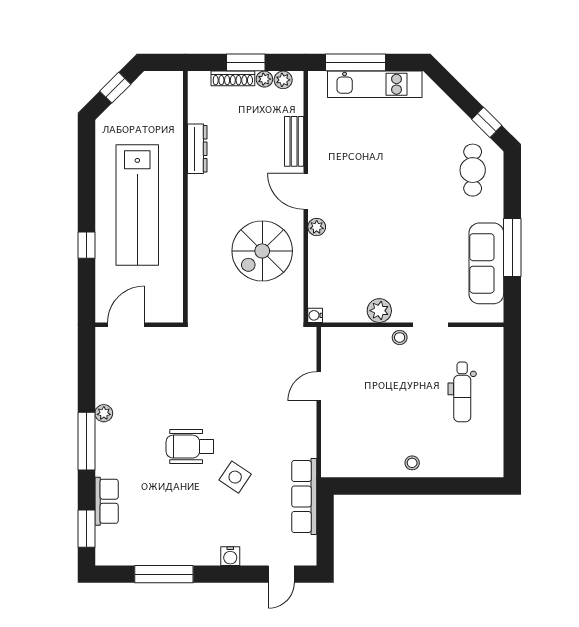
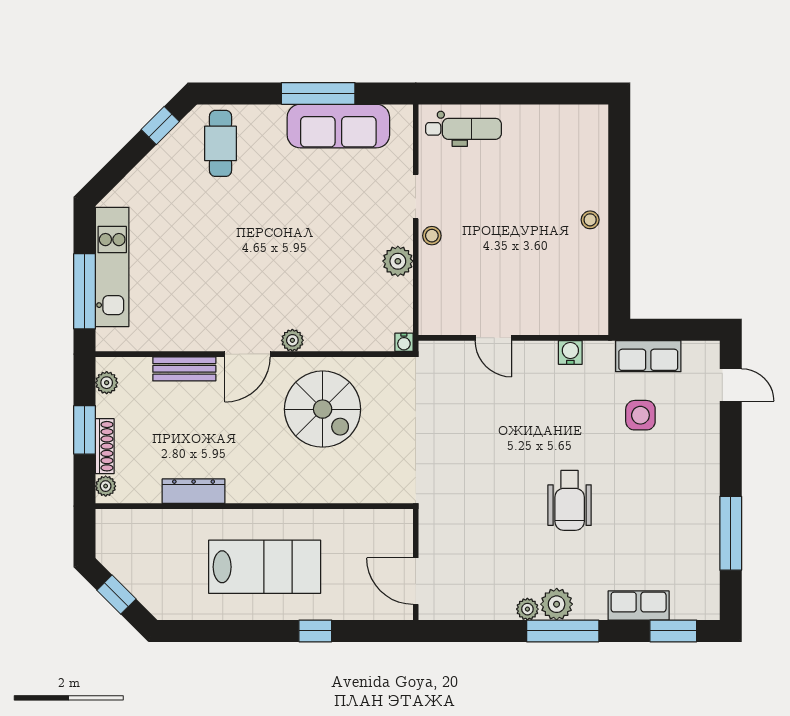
plant: (264, 79) -> (106, 486), moved
cafe table: (473, 170) -> (220, 143), turned 90
lab bench: (137, 205) -> (265, 567), width x0.73
dental chair: (462, 392) -> (464, 129), moved
plant: (108, 436) -> (557, 604), added
side table: (235, 477) -> (640, 415), moved, turned -34
row of seats: (304, 497) -> (648, 356), width x0.68
water cooler: (230, 556) -> (570, 352), moved, turned -90

